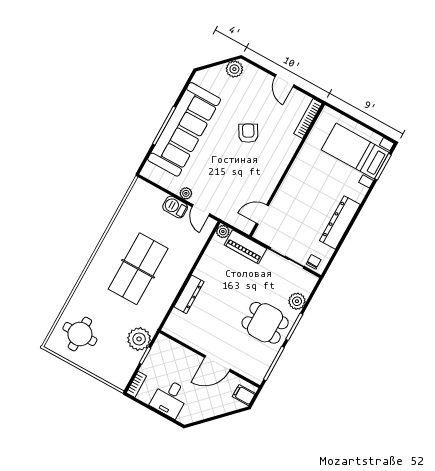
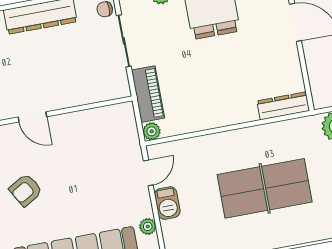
plant: (186, 193) -> (148, 226), moved
door: (262, 215) -> (32, 117), moved
dresser: (189, 294) -> (283, 106), moved

